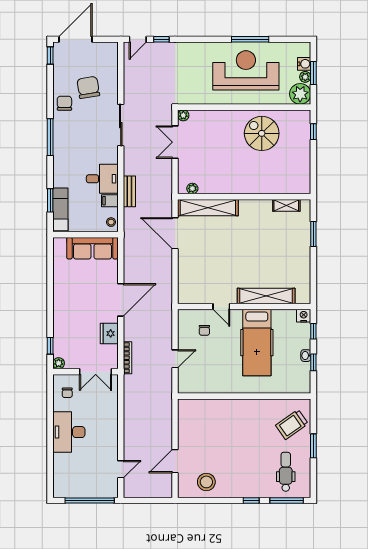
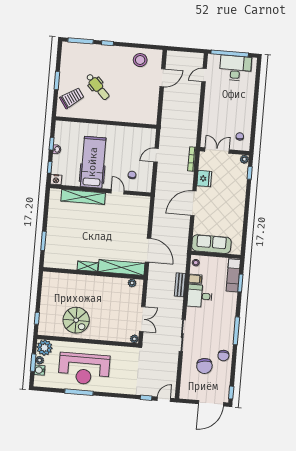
shelving: (286, 205) -> (88, 266), moved
desk: (69, 432) -> (235, 68), moved, turned -90
dental chair: (286, 472) -> (98, 87), moved, turned -44

